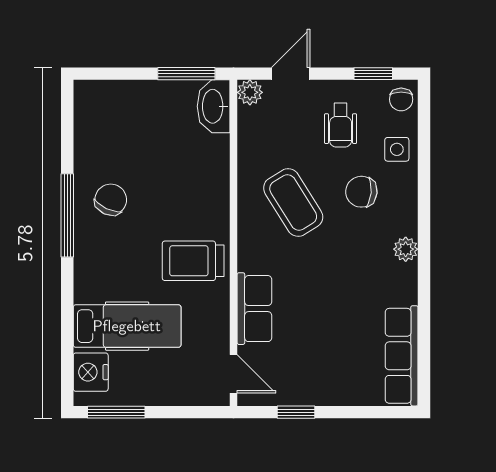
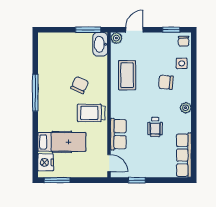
wheelchair: (341, 125) -> (155, 127), moved
chair: (111, 200) -> (80, 85), moved
coffee table: (293, 202) -> (127, 75), moved, turned 32

